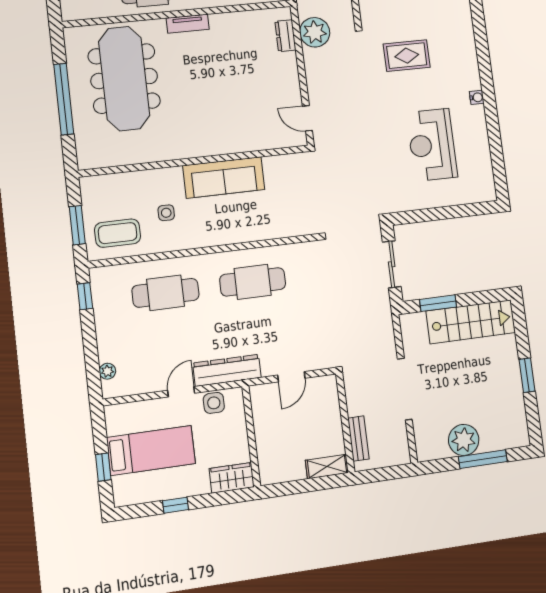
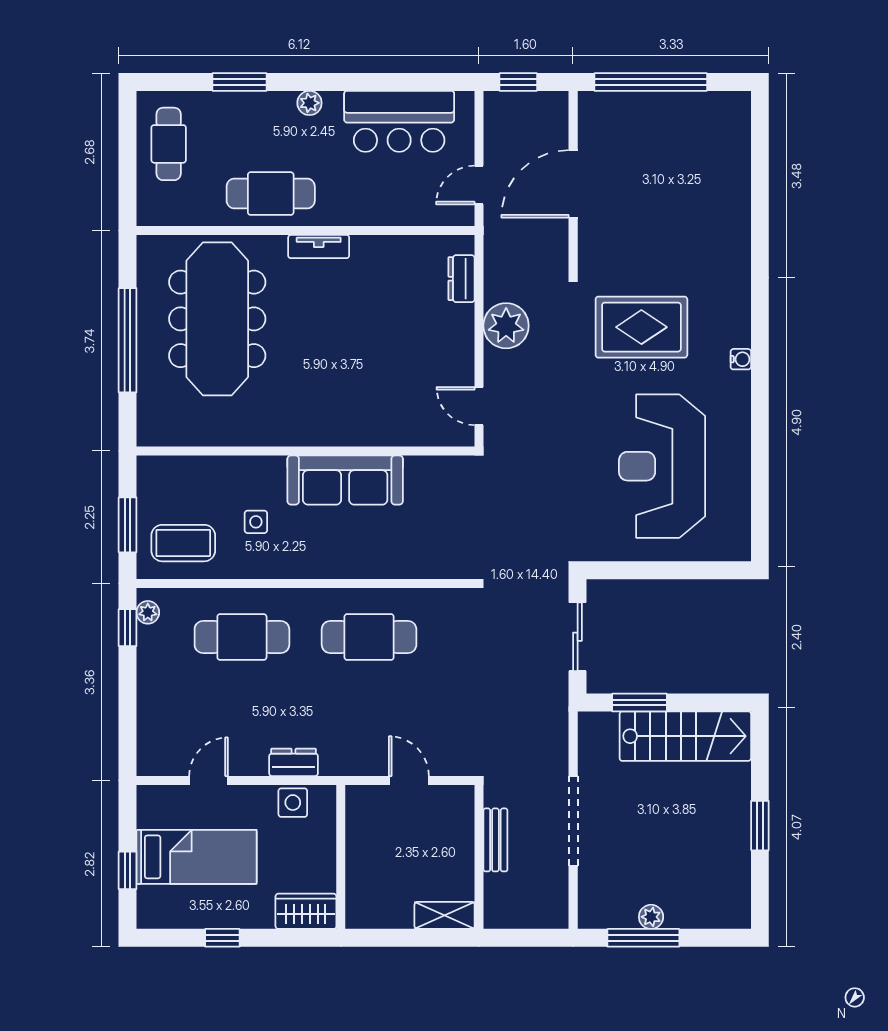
plant: (315, 32) -> (506, 326), moved
rug: (407, 56) -> (641, 327), width x1.36, depth x1.43
water cooler: (477, 97) -> (741, 359), moved
reception desk: (432, 145) -> (662, 466), width x1.36, depth x1.30
dresser: (227, 370) -> (294, 762), width x0.51, depth x0.80
plant: (107, 371) -> (148, 612), moved
door: (291, 377) -> (409, 780), swing flipped
door: (181, 392) -> (209, 780), moved
bench: (358, 439) -> (495, 840), moved
plant: (464, 440) -> (651, 917), width x0.53, depth x0.53
window: (483, 459) -> (643, 938), moved

